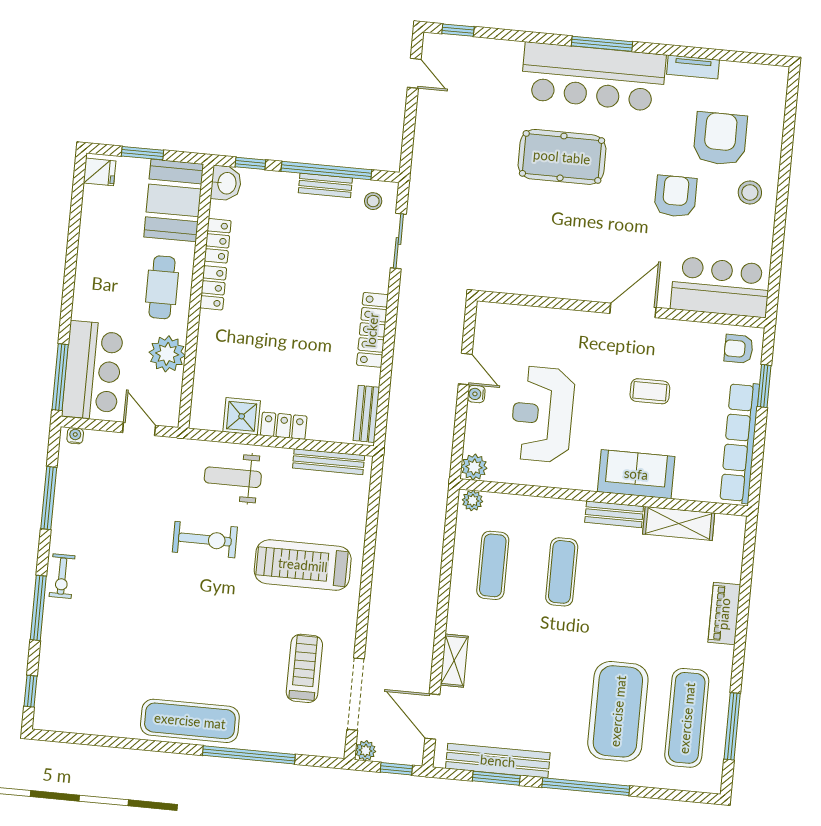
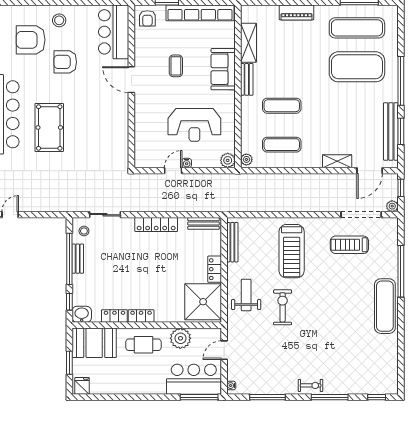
shower: (242, 416) -> (203, 302), width x1.86, depth x1.86
weight bench: (233, 477) -> (246, 295), turned 180

